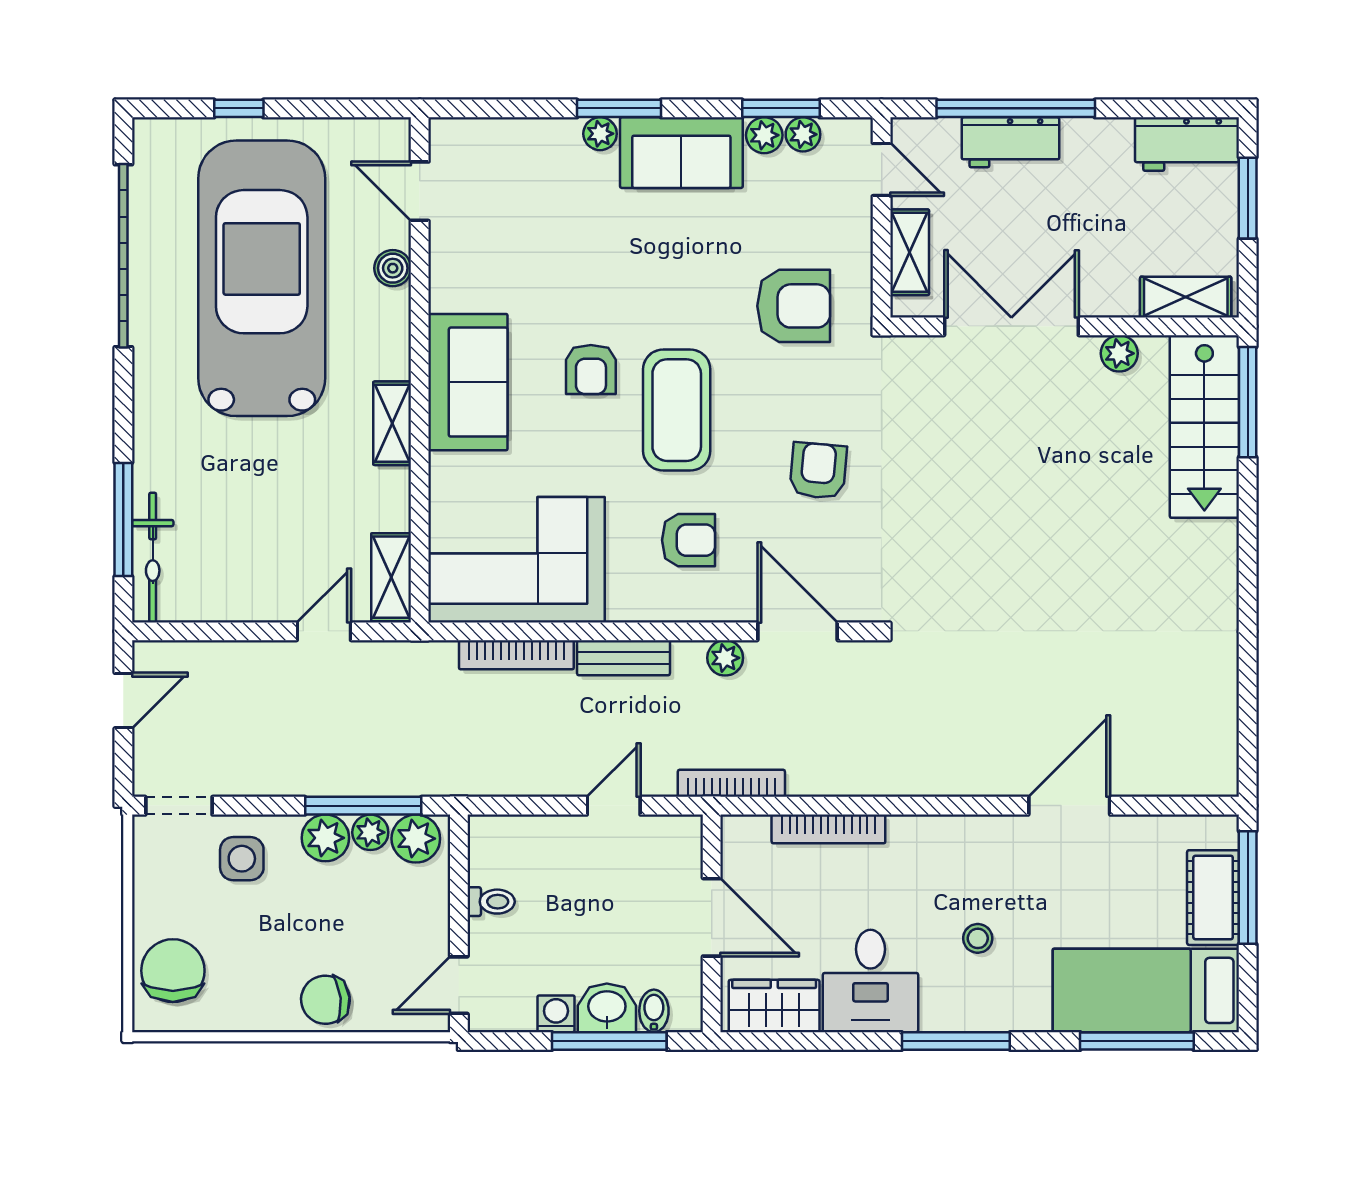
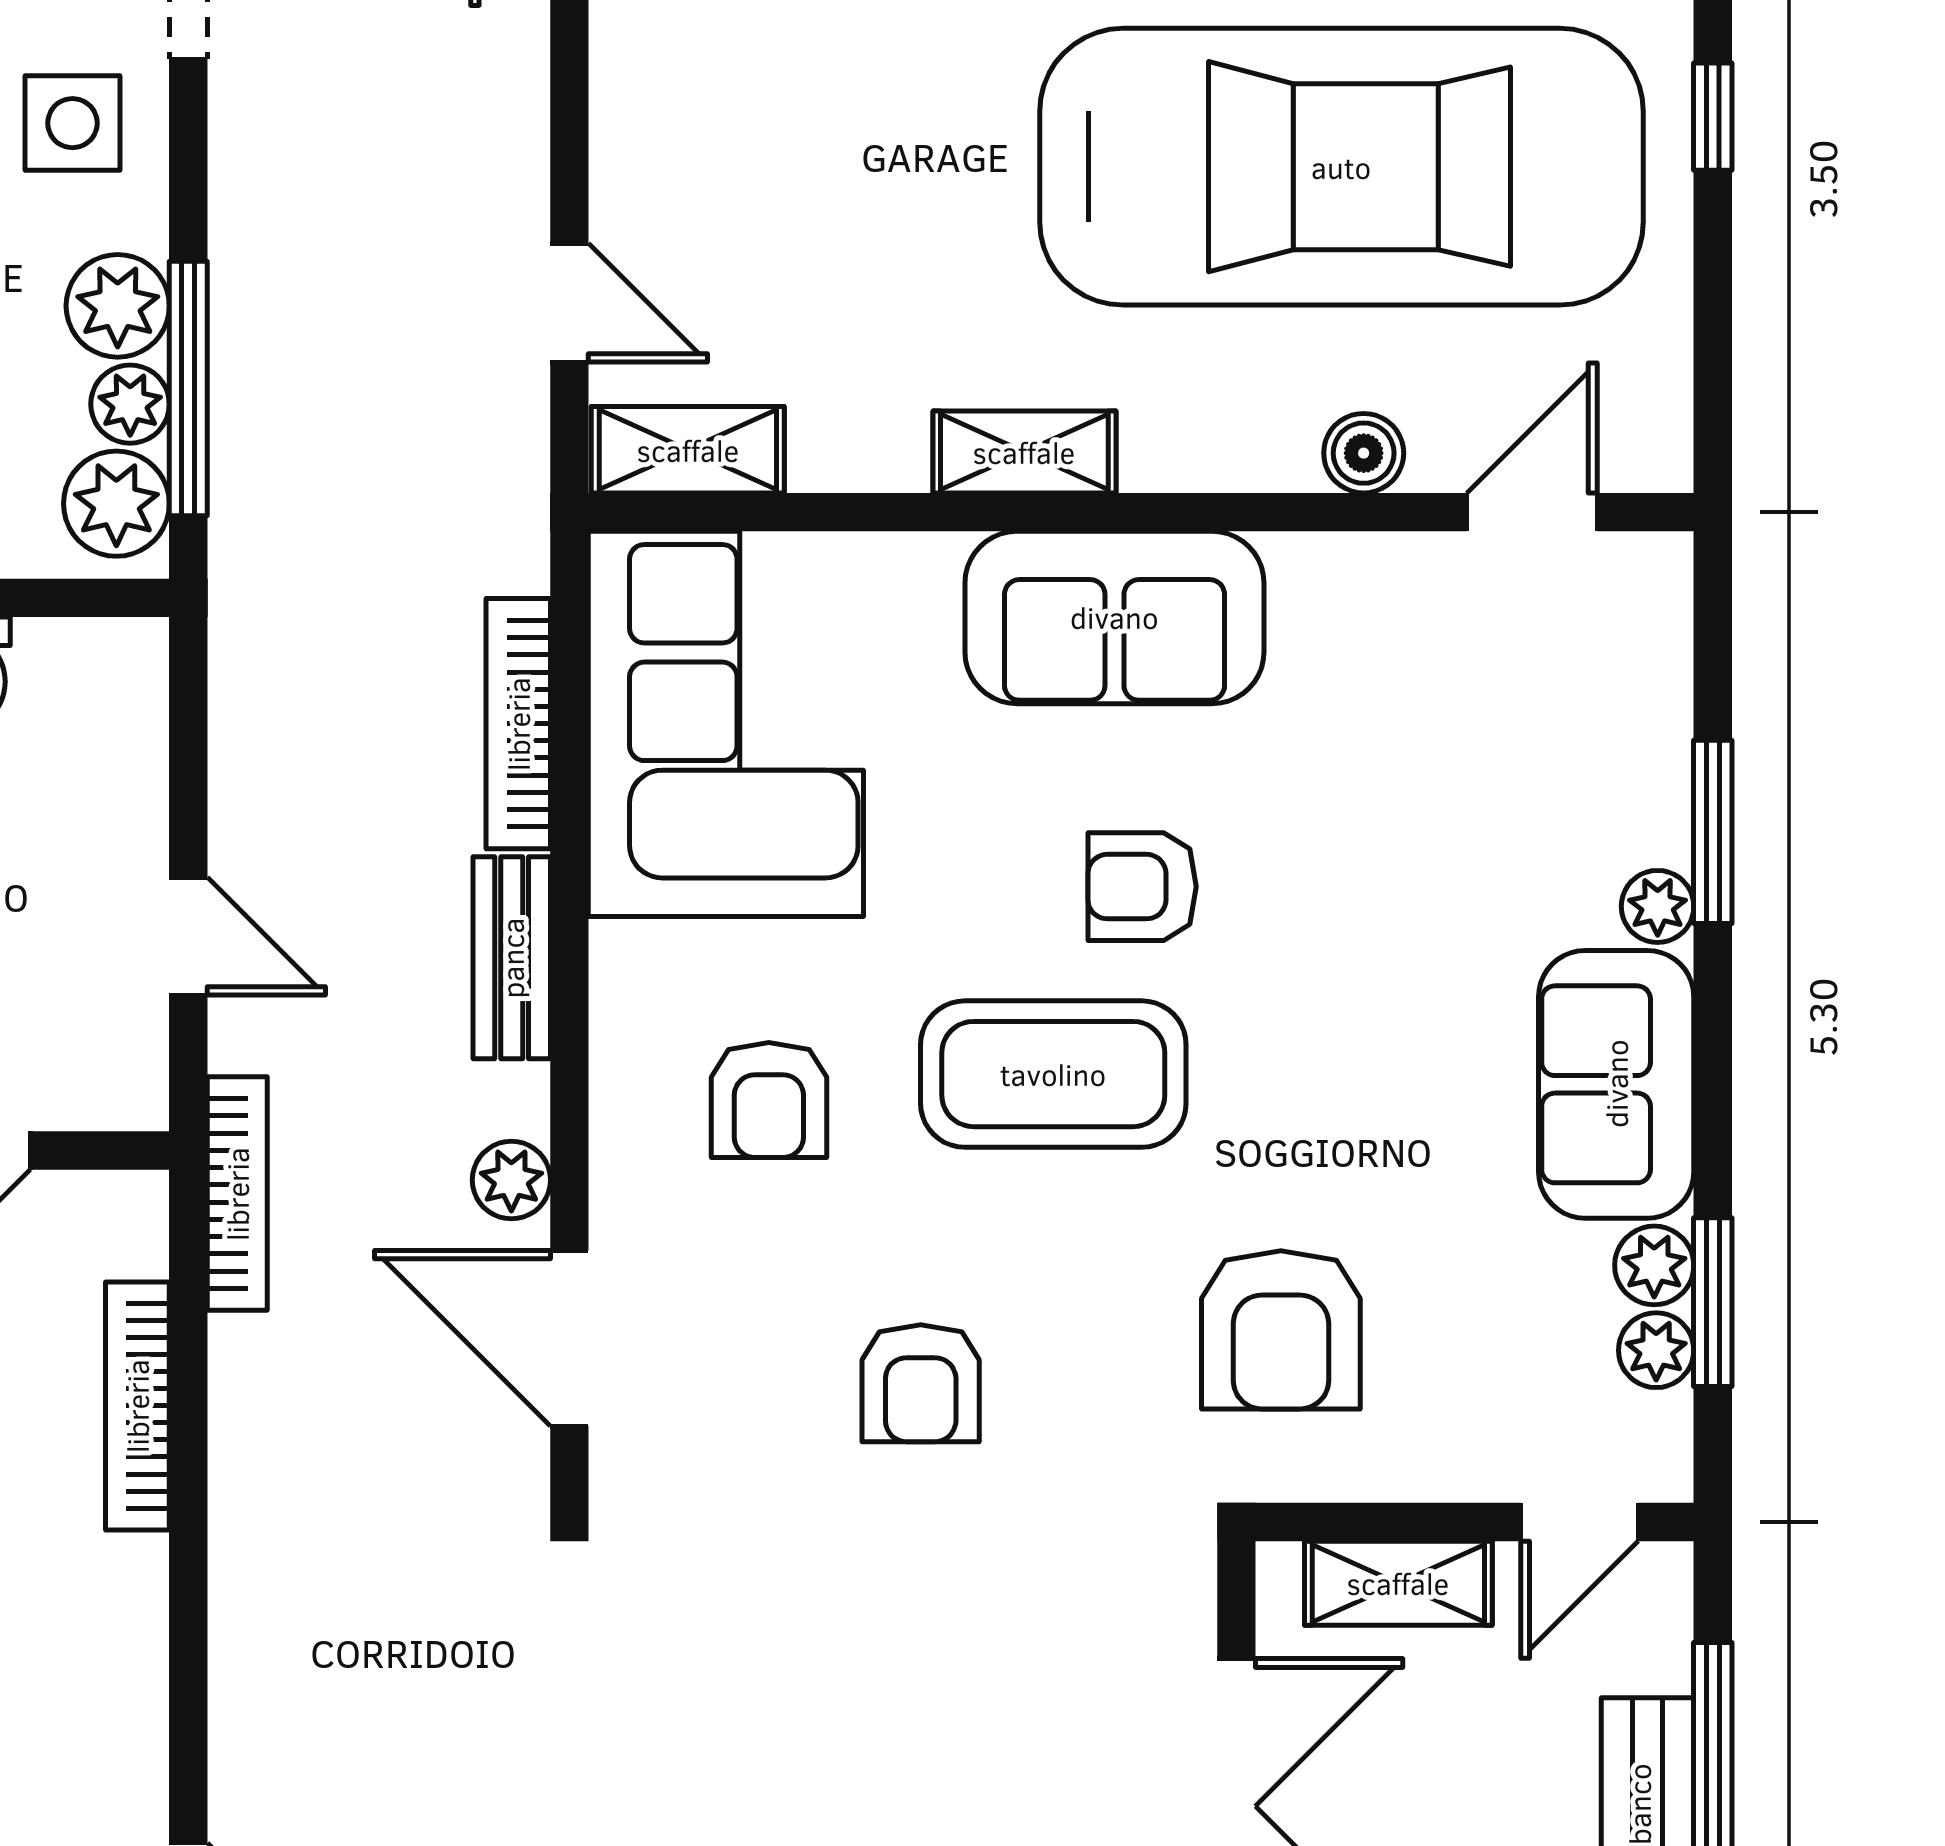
window: (619, 108) -> (1713, 832), moved
armchair: (818, 471) -> (921, 1383), turned 85
door: (798, 631) -> (569, 1338), swing flipped

